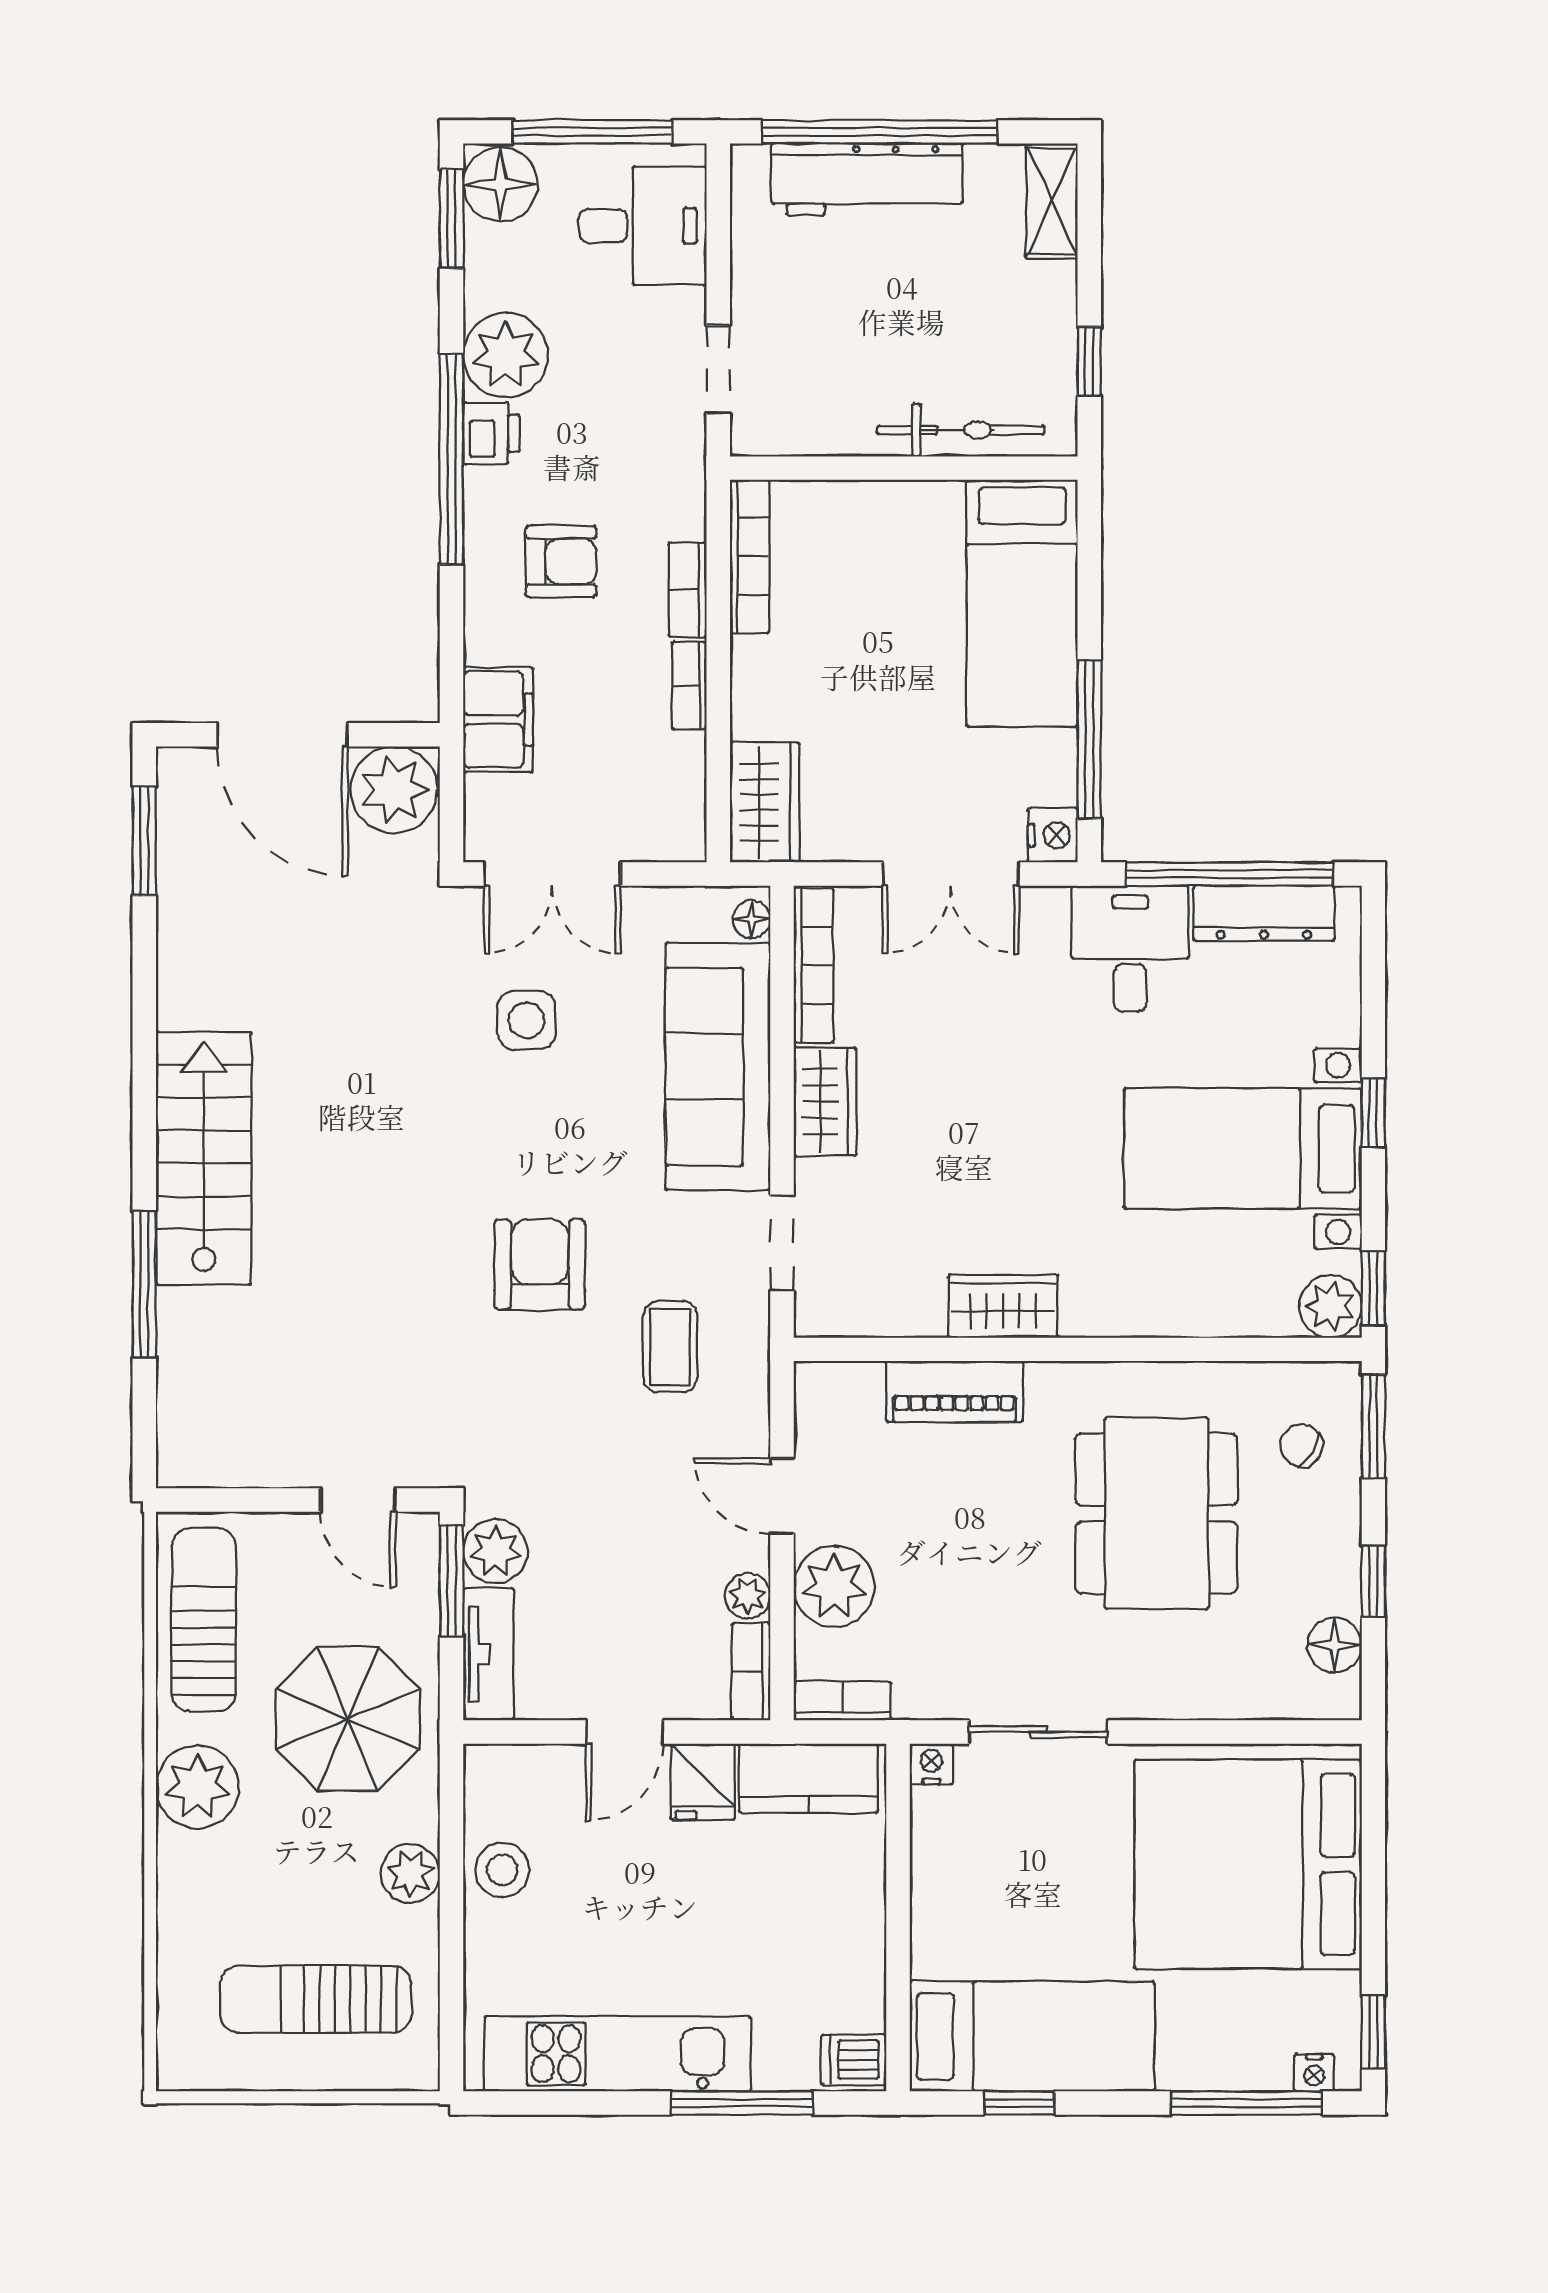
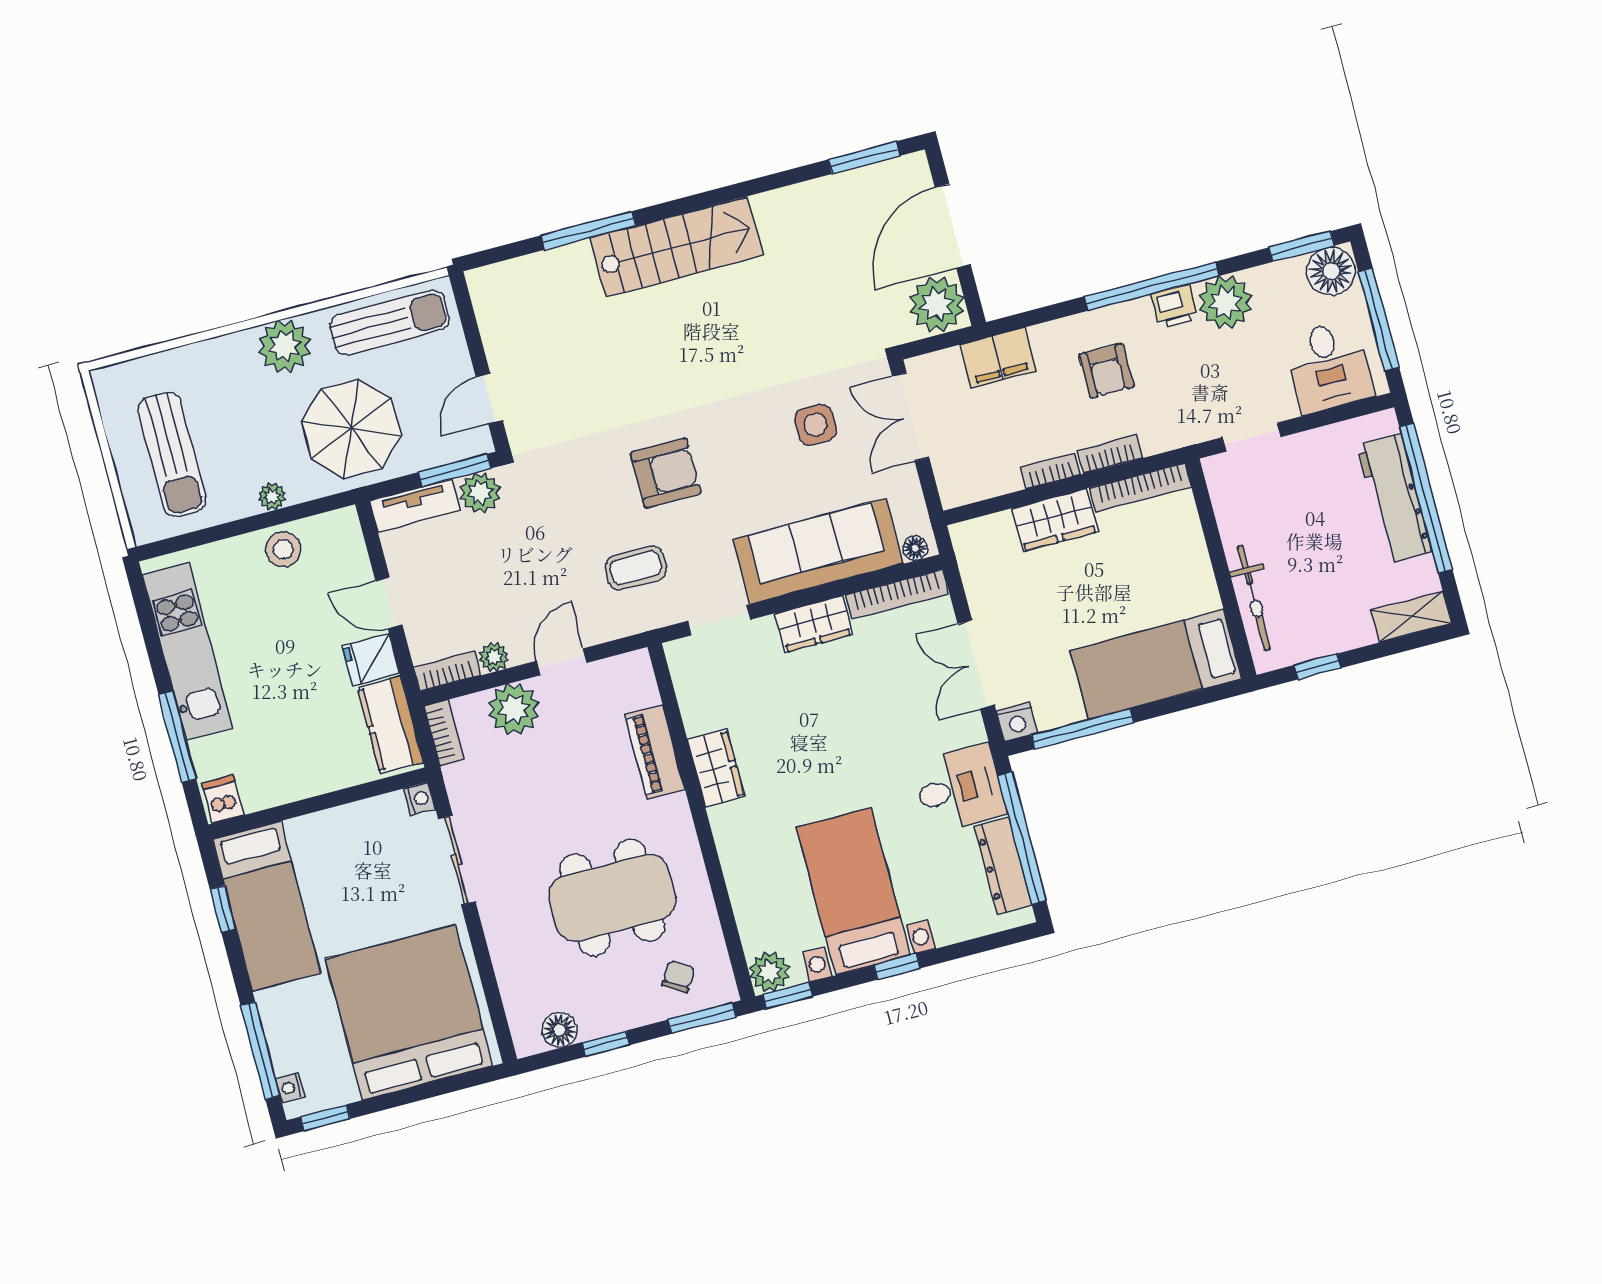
wardrobe: (765, 802) -> (1055, 520), moved
plant: (410, 1873) -> (272, 496), width x0.73, depth x0.73
sun lounger: (316, 1999) -> (172, 454), turned 180

